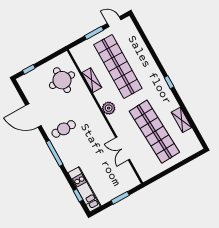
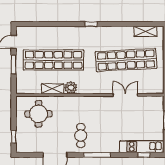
plant: (109, 108) -> (71, 88), moved
shelving: (182, 120) -> (145, 31), moved
double door: (123, 149) -> (125, 95), swing flipped

